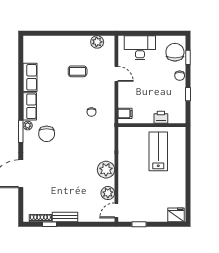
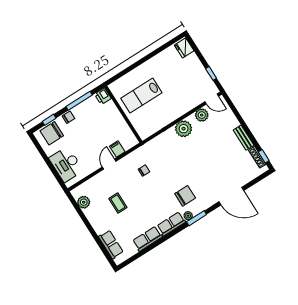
row of seats: (45, 42) -> (111, 244), added
door: (116, 74) -> (109, 164), moved
window: (188, 94) -> (79, 101), width x2.17
filing cabinet: (125, 113) -> (117, 149), moved
printer: (161, 117) -> (103, 96), moved
window: (50, 224) -> (264, 156), moved

